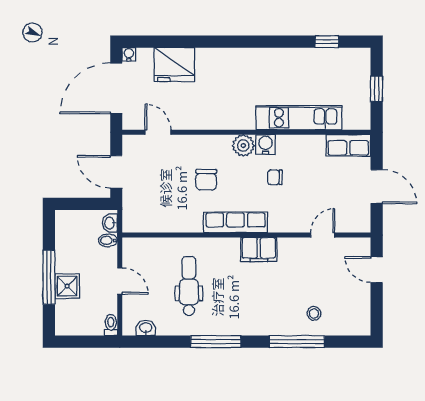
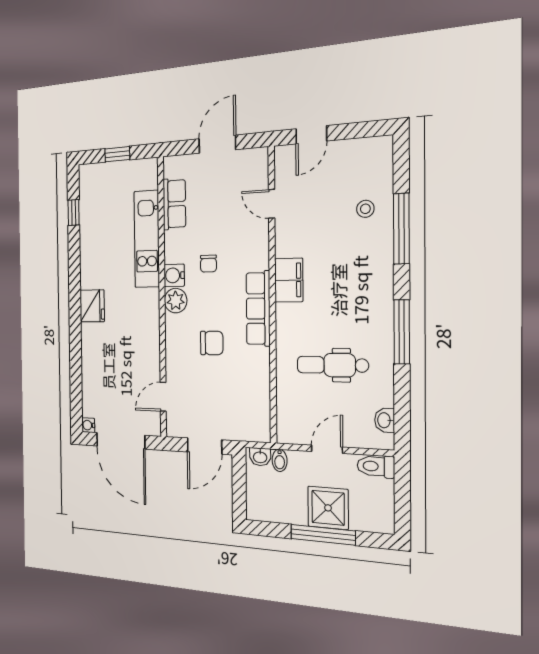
fridge: (174, 65) -> (92, 306), moved, width x0.73, depth x0.75
row of seats: (348, 145) -> (174, 204), moved
shower: (67, 286) -> (328, 508), width x1.36, depth x1.36
toilet: (111, 325) -> (376, 466), width x1.37, depth x1.39

